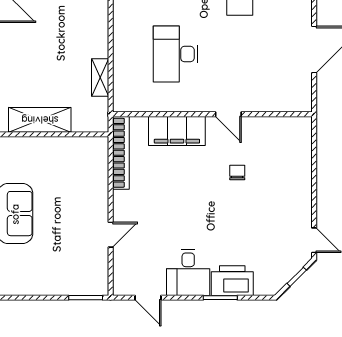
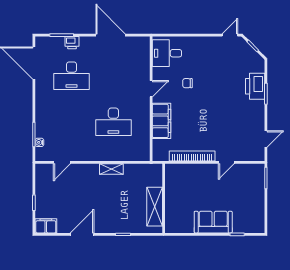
shelving: (100, 77) -> (111, 169), moved
bookcase: (121, 153) -> (192, 156), moved
door: (111, 235) -> (226, 162), swing flipped
desk: (188, 272) -> (167, 53), moved, turned 180

